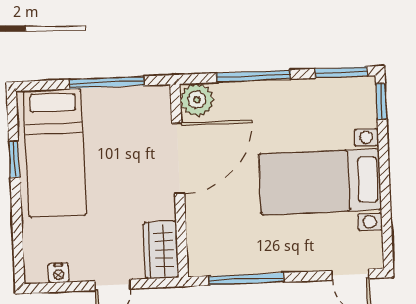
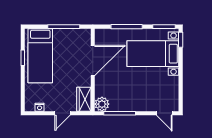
plant: (197, 100) -> (102, 104), moved
bed with nightstands: (320, 182) -> (153, 54), moved

